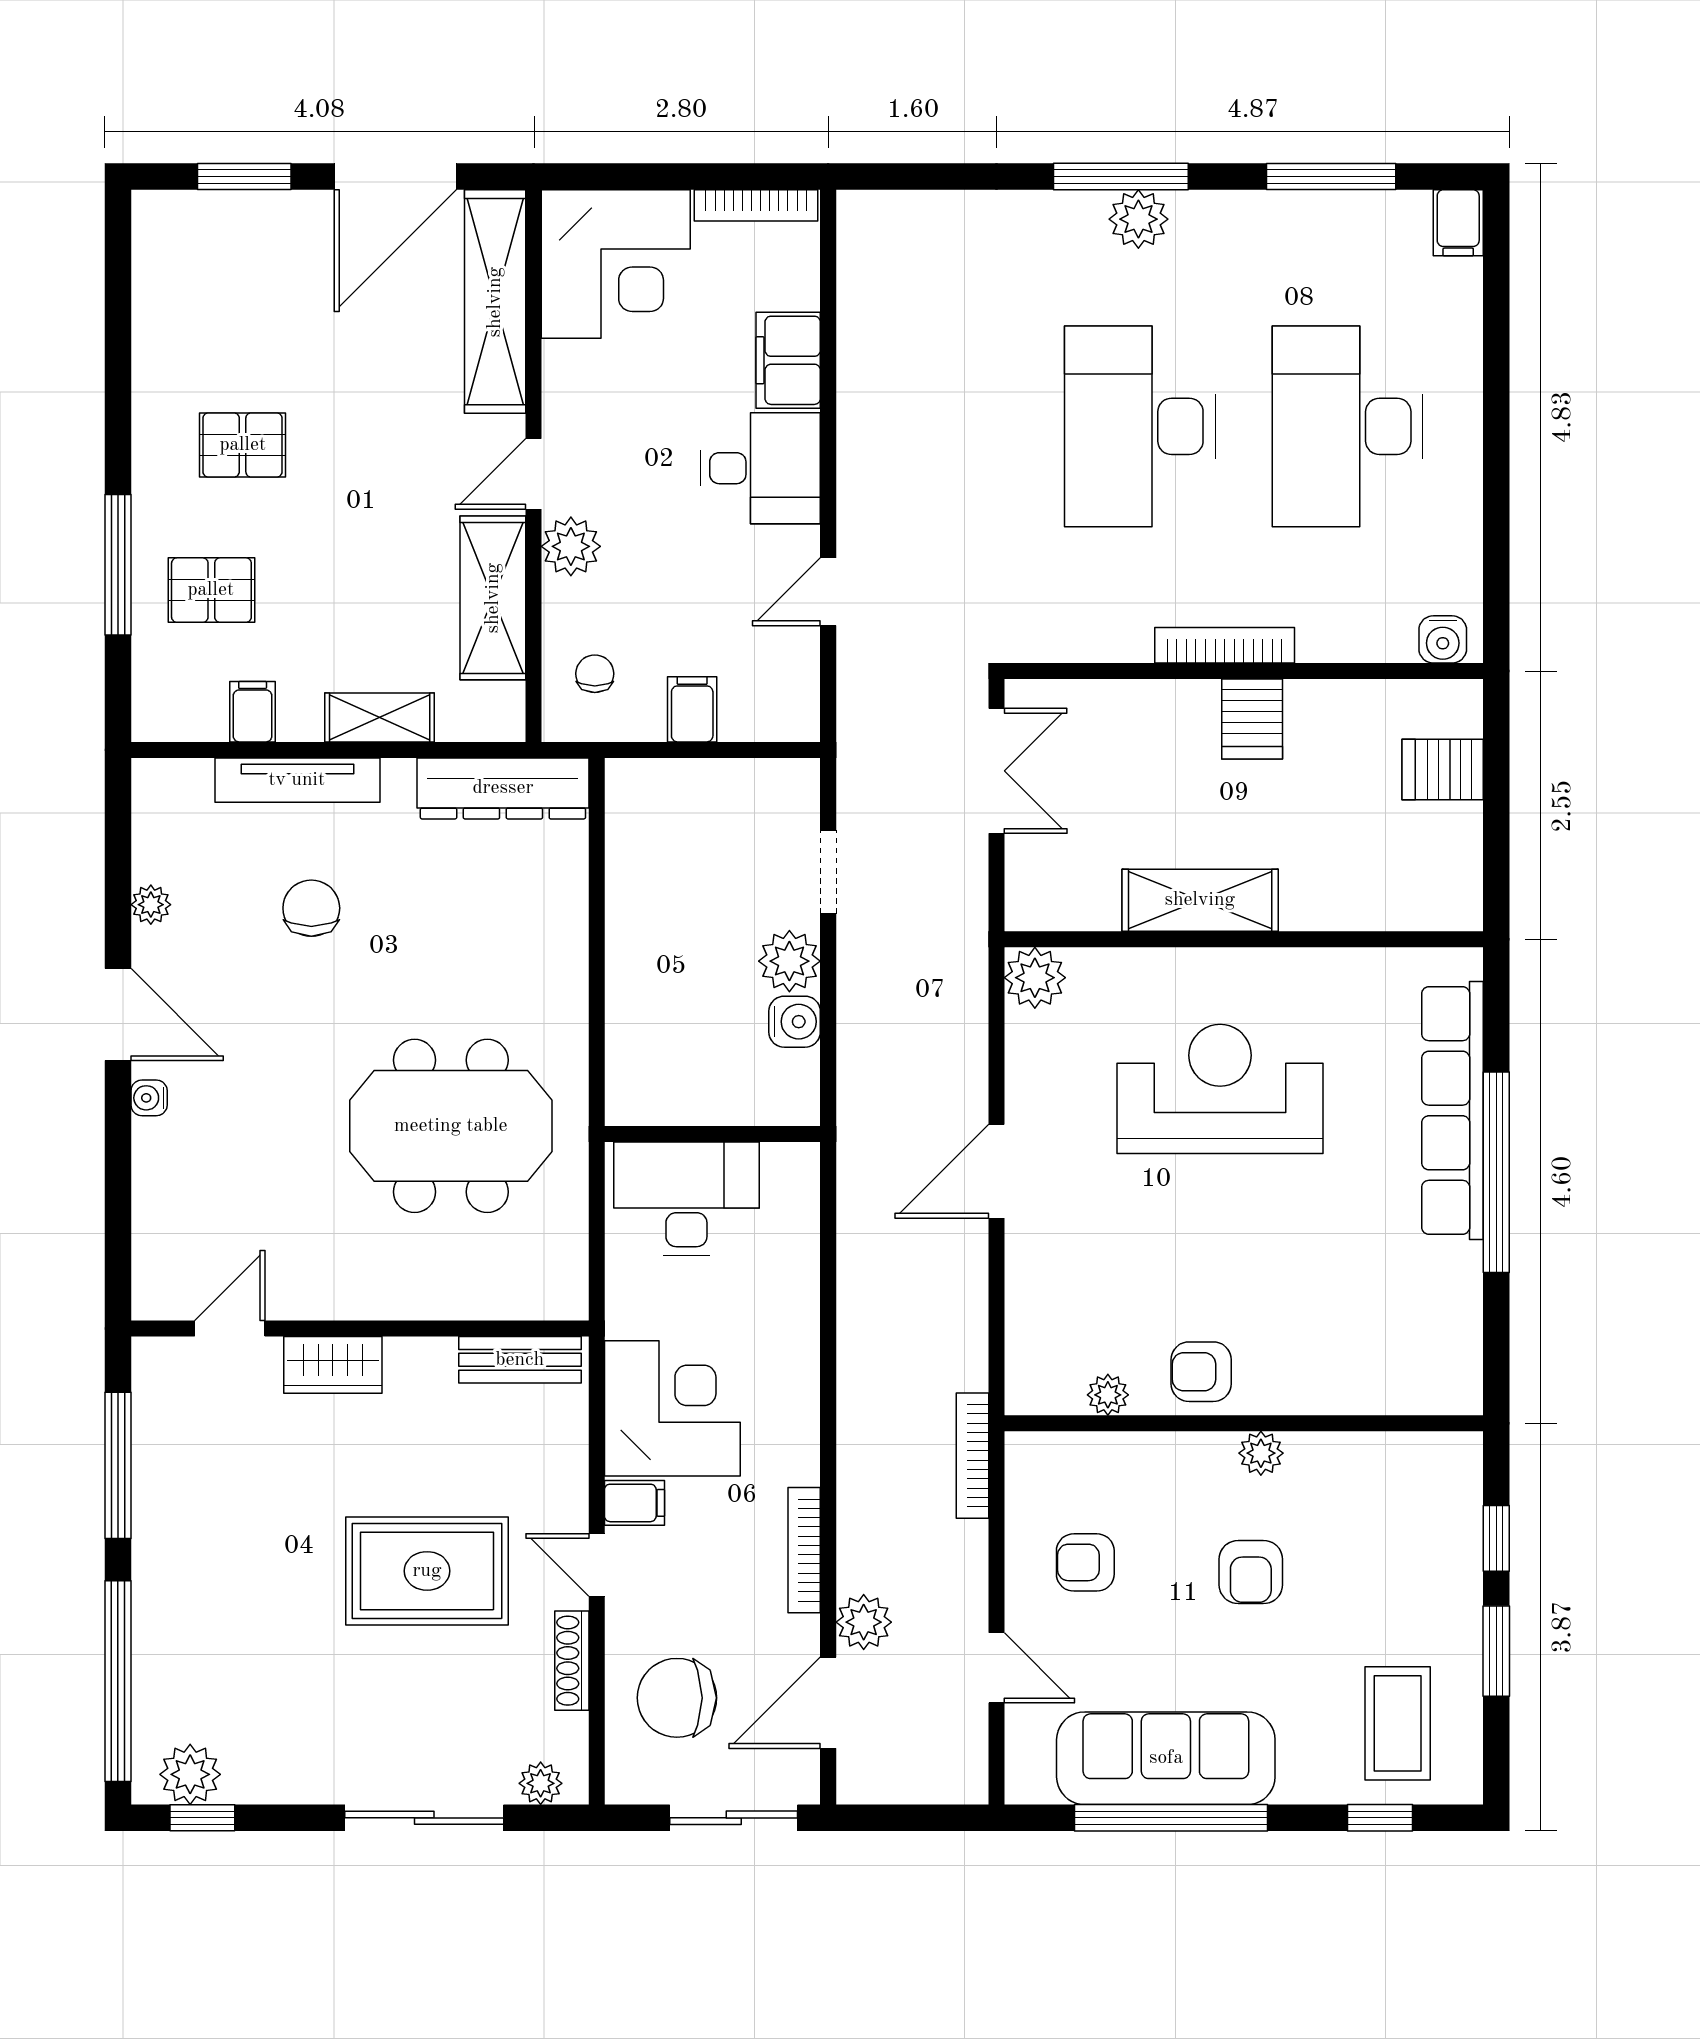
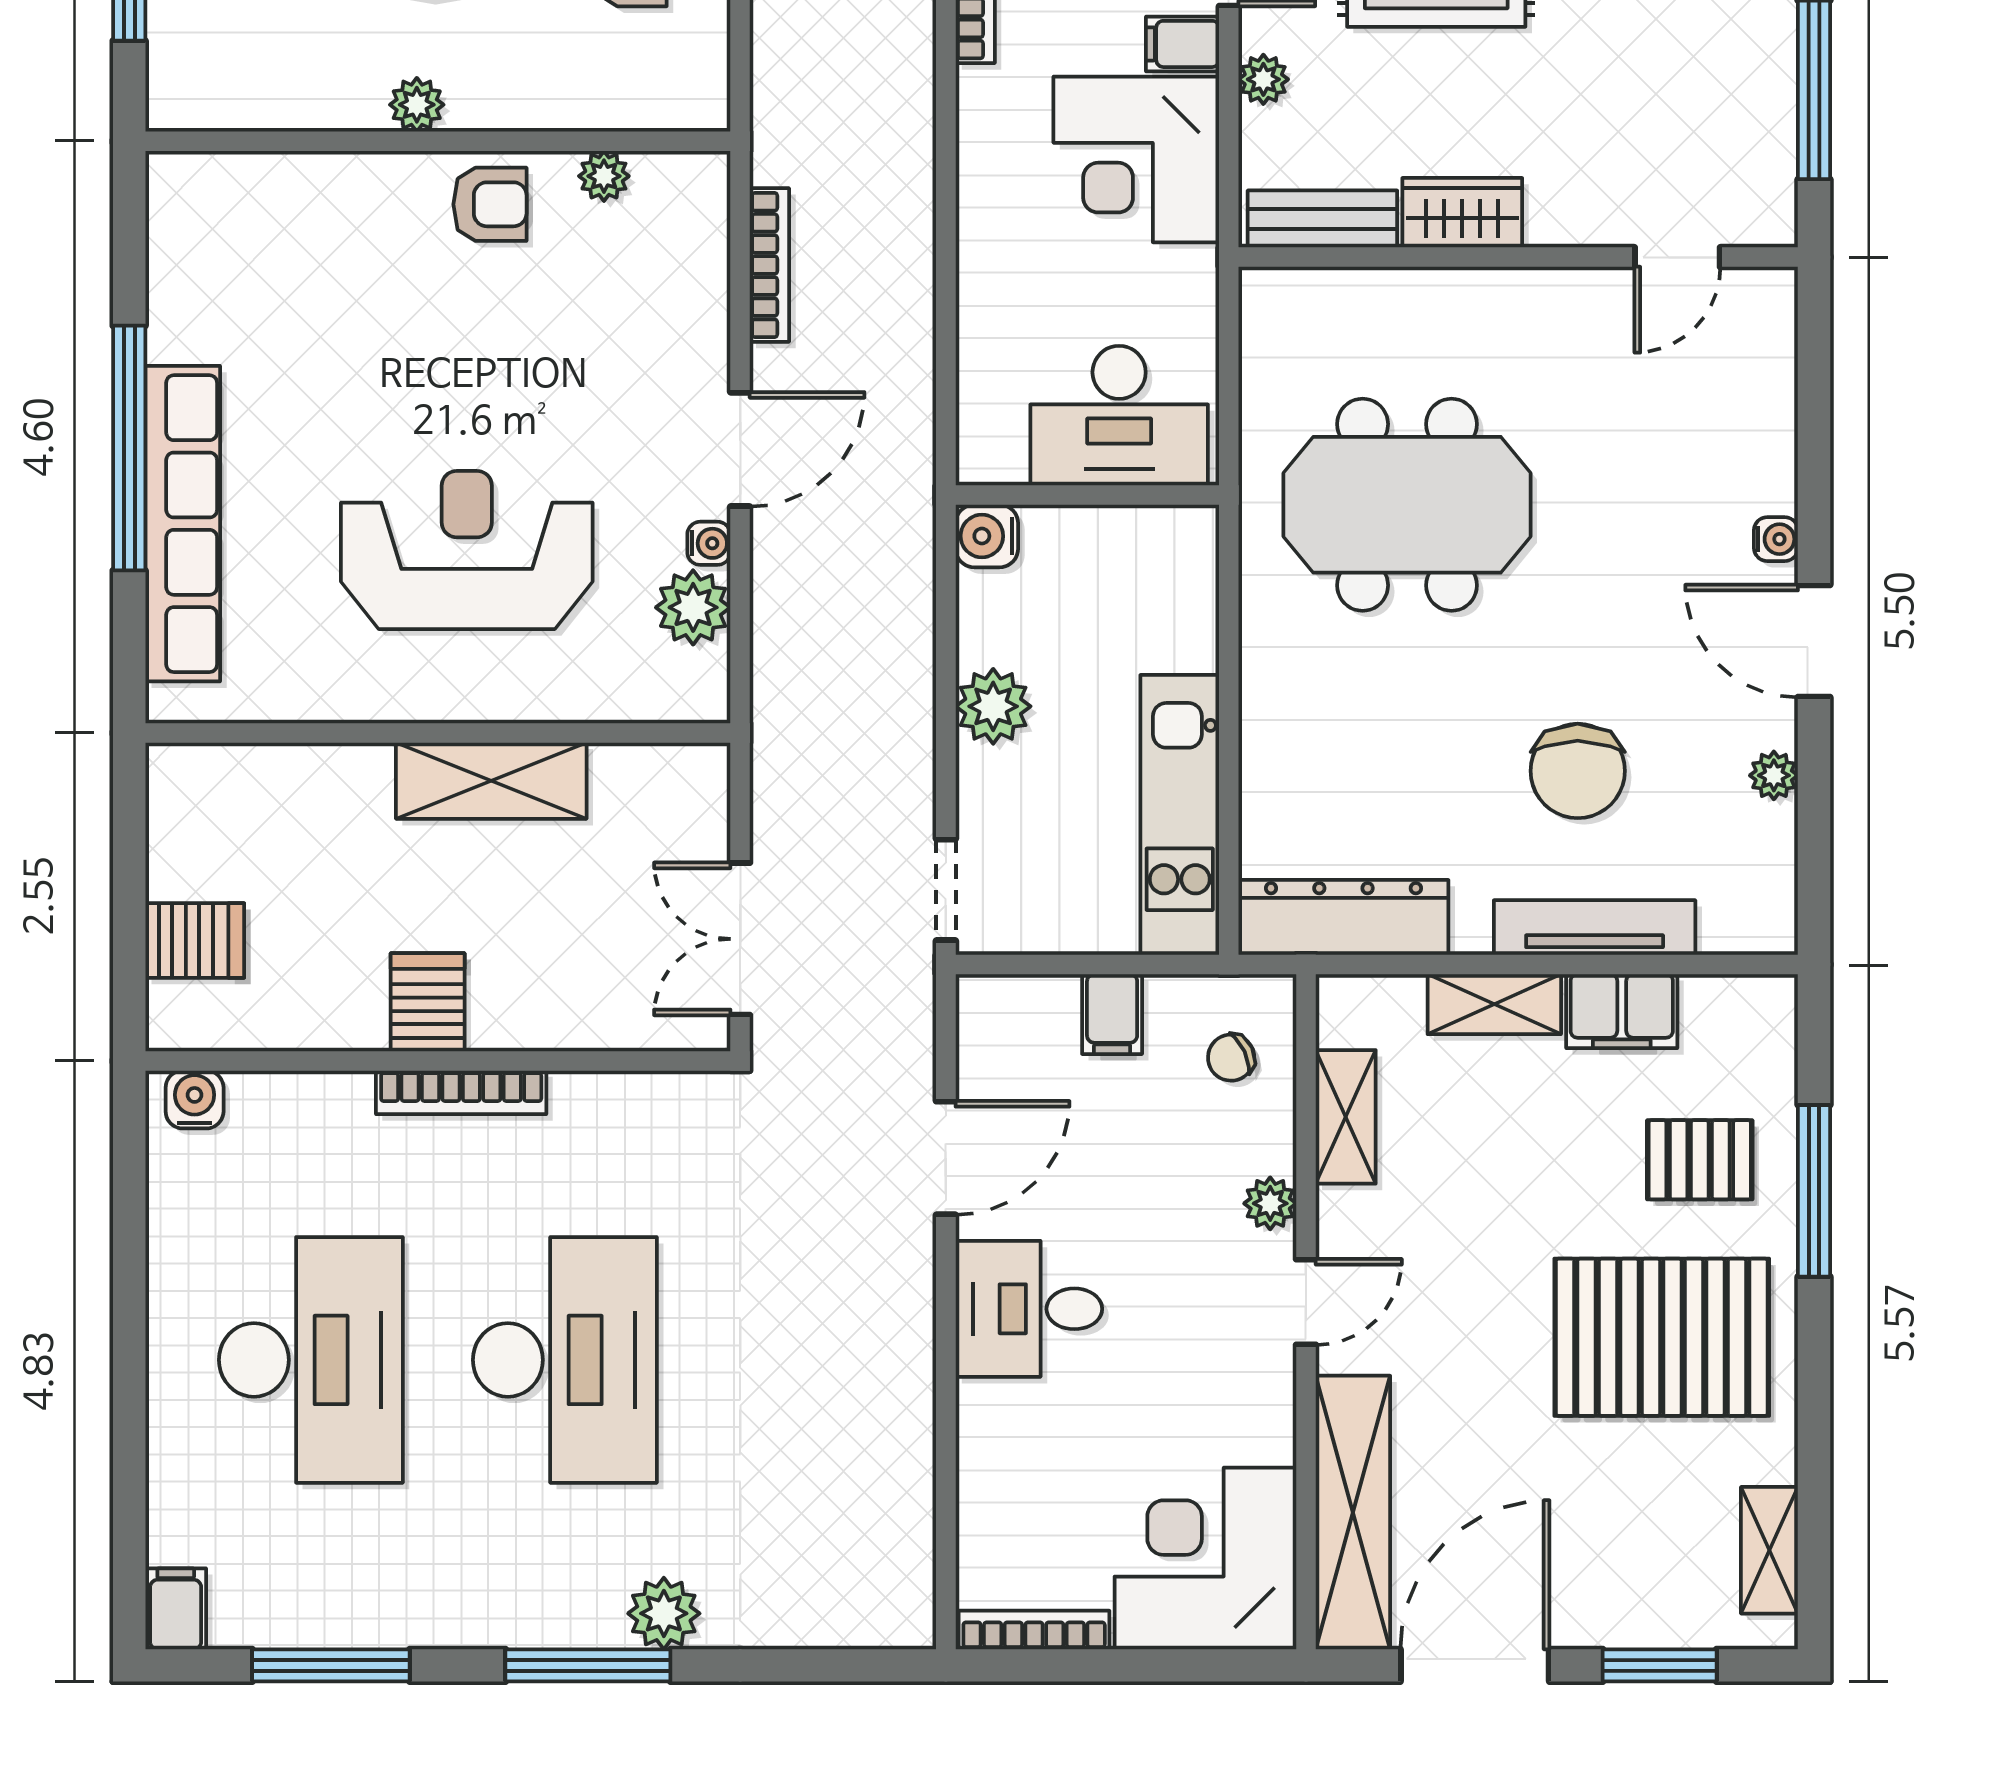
plant: (1138, 219) -> (664, 1613), moved
shelving: (154, 271) -> (1769, 1550), added
filing cabinet: (788, 360) -> (995, 1441), removed
pallet: (243, 445) -> (1662, 1337), width x2.05, depth x2.00
plant: (571, 546) -> (1270, 1203), width x0.73, depth x0.73
door: (828, 592) -> (946, 1158), width x1.38
shelving: (493, 598) -> (1346, 1117), width x0.67, depth x0.75
chair: (595, 674) -> (1231, 1058), turned 65
filing cabinet: (253, 712) -> (1622, 1011), width x2.00
kitchen unit: (637, 872) -> (1180, 815), added
doorway: (828, 872) -> (946, 890), moved
chair: (311, 908) -> (1578, 771), width x1.37, depth x1.37
plant: (1035, 978) -> (693, 607), moved
water cooler: (795, 1022) -> (987, 536), moved
reception desk: (1220, 1089) -> (467, 550), turned 180
water cooler: (1022, 1094) -> (709, 543), added
wardrobe: (333, 1365) -> (1462, 213), moved
bookcase: (972, 1456) -> (769, 265), moved
plant: (568, 1474) -> (1263, 79), added

